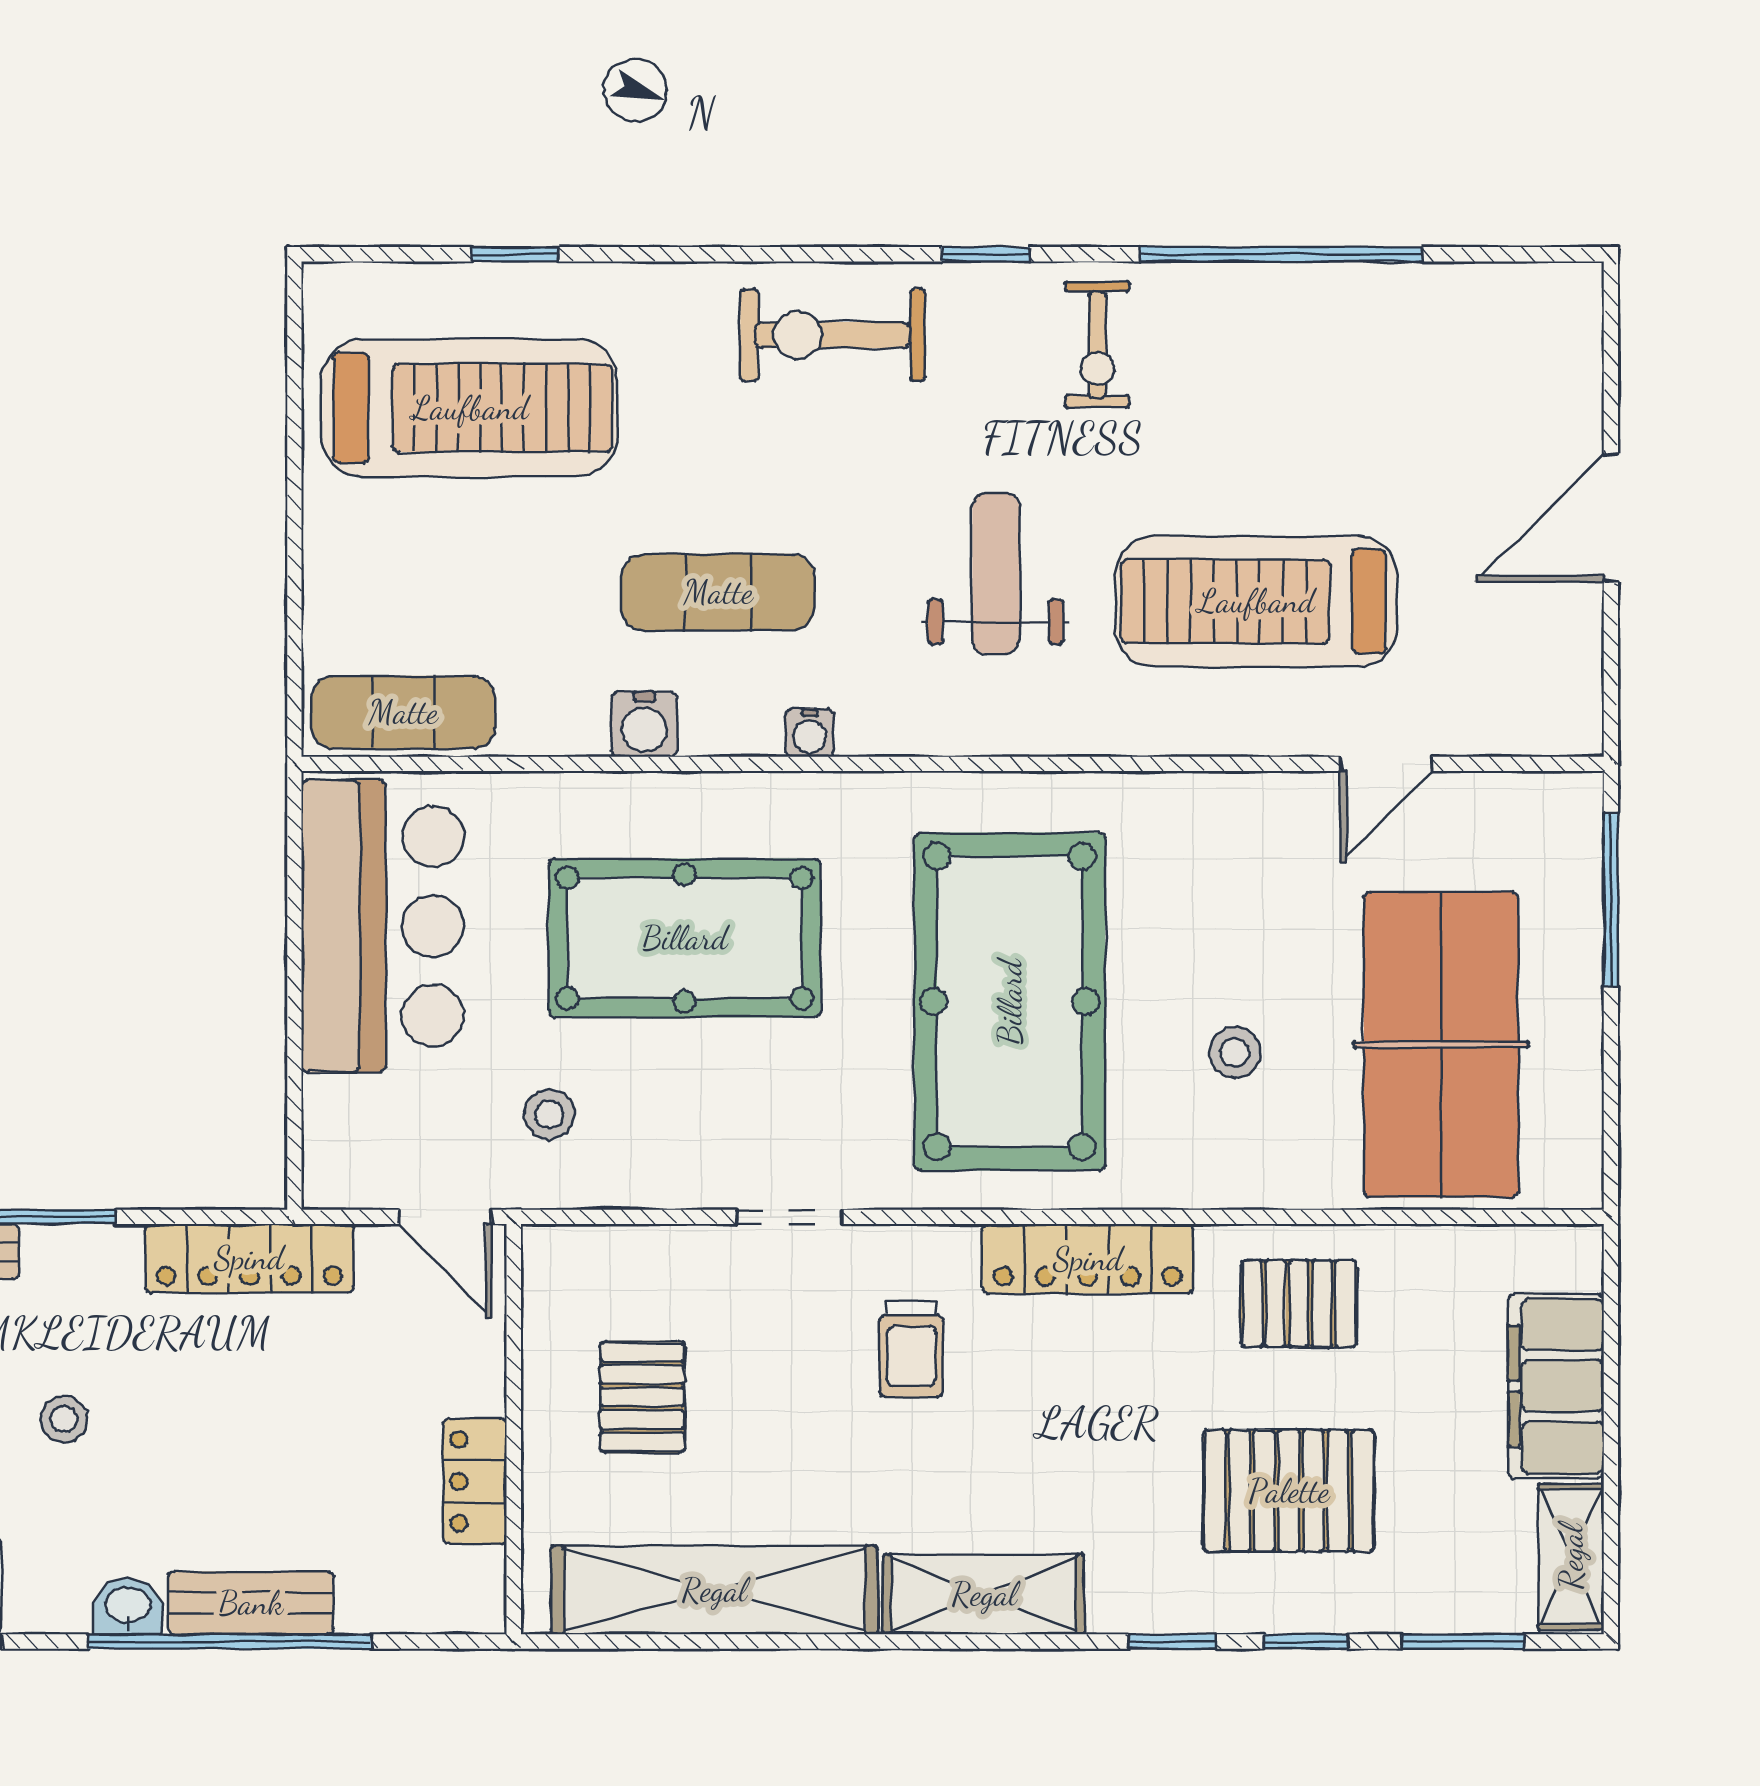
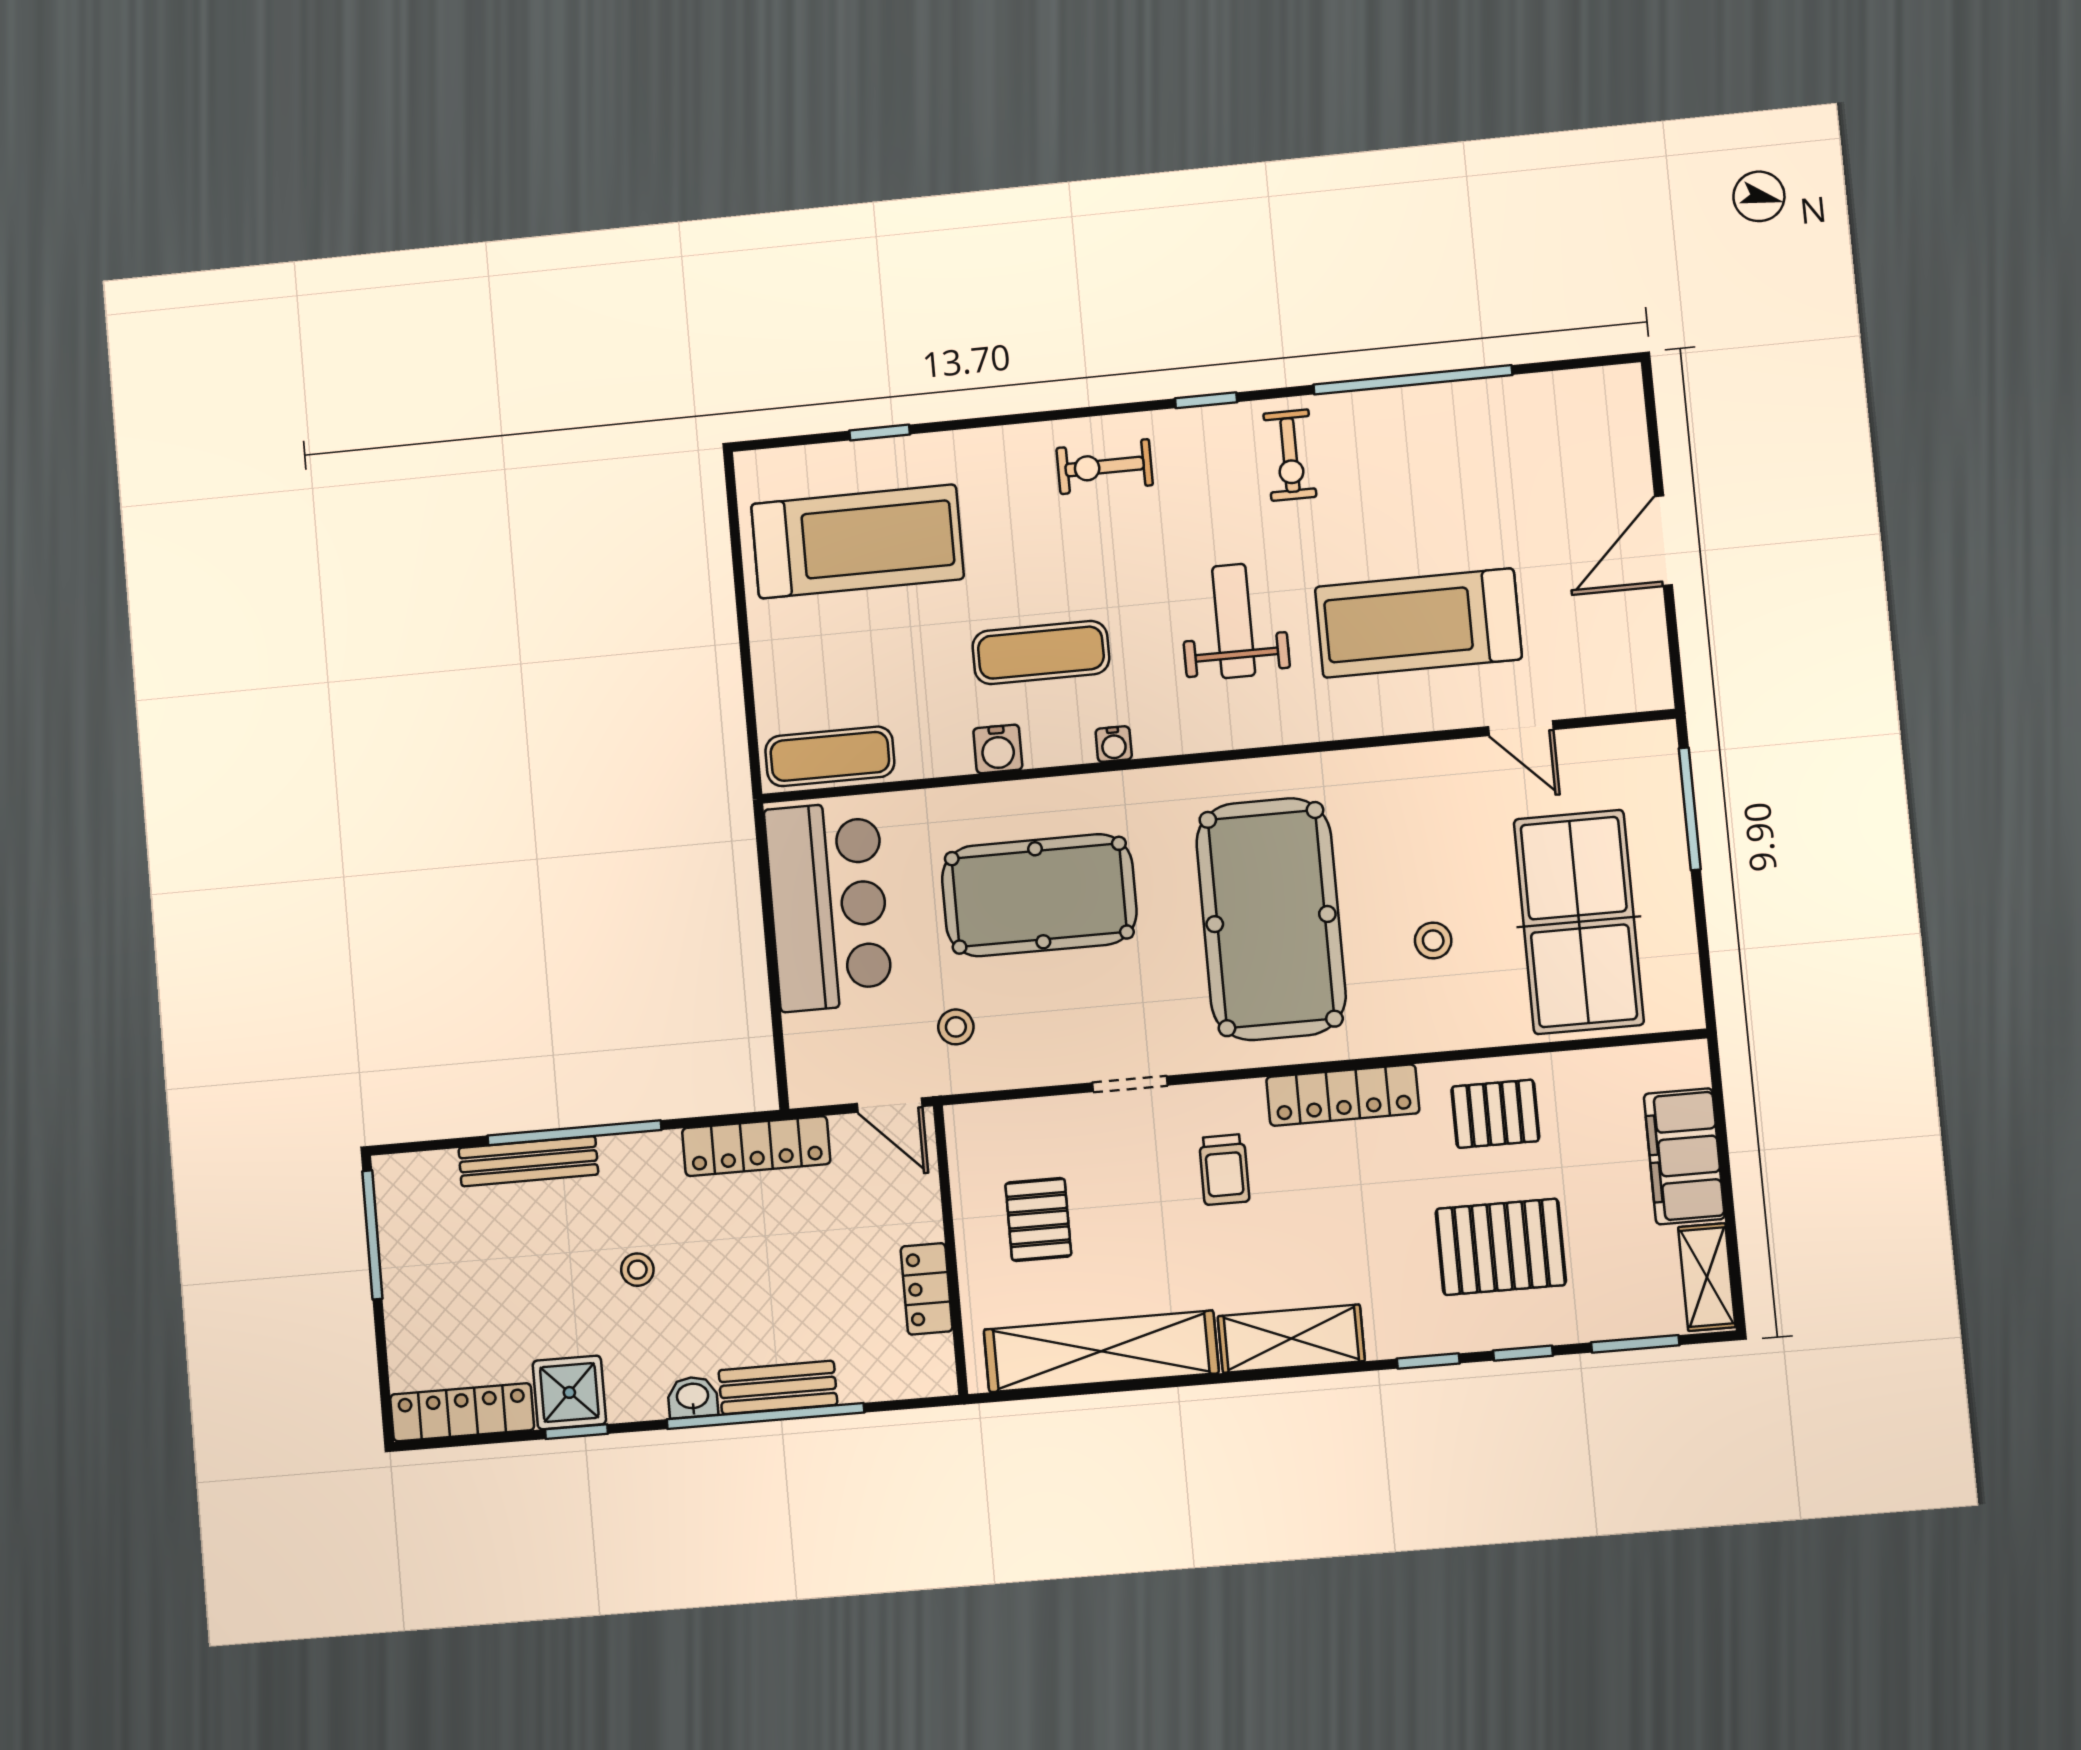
exercise bike: (833, 335) -> (1105, 467), width x0.73, depth x0.72
door: (1386, 764) -> (1521, 728), hinge flipped

